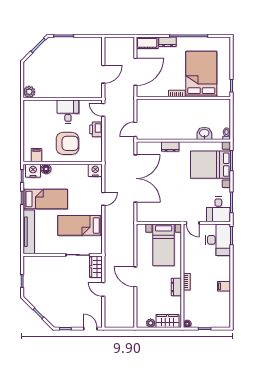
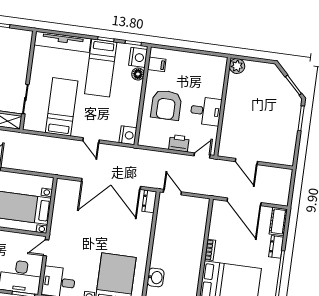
dresser: (170, 146) -> (149, 201), moved

